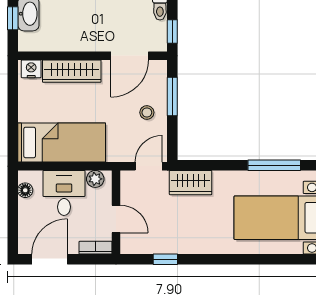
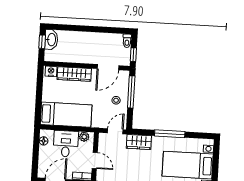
window: (172, 97) -> (131, 92), width x1.44
window: (274, 165) -> (170, 134), moved

